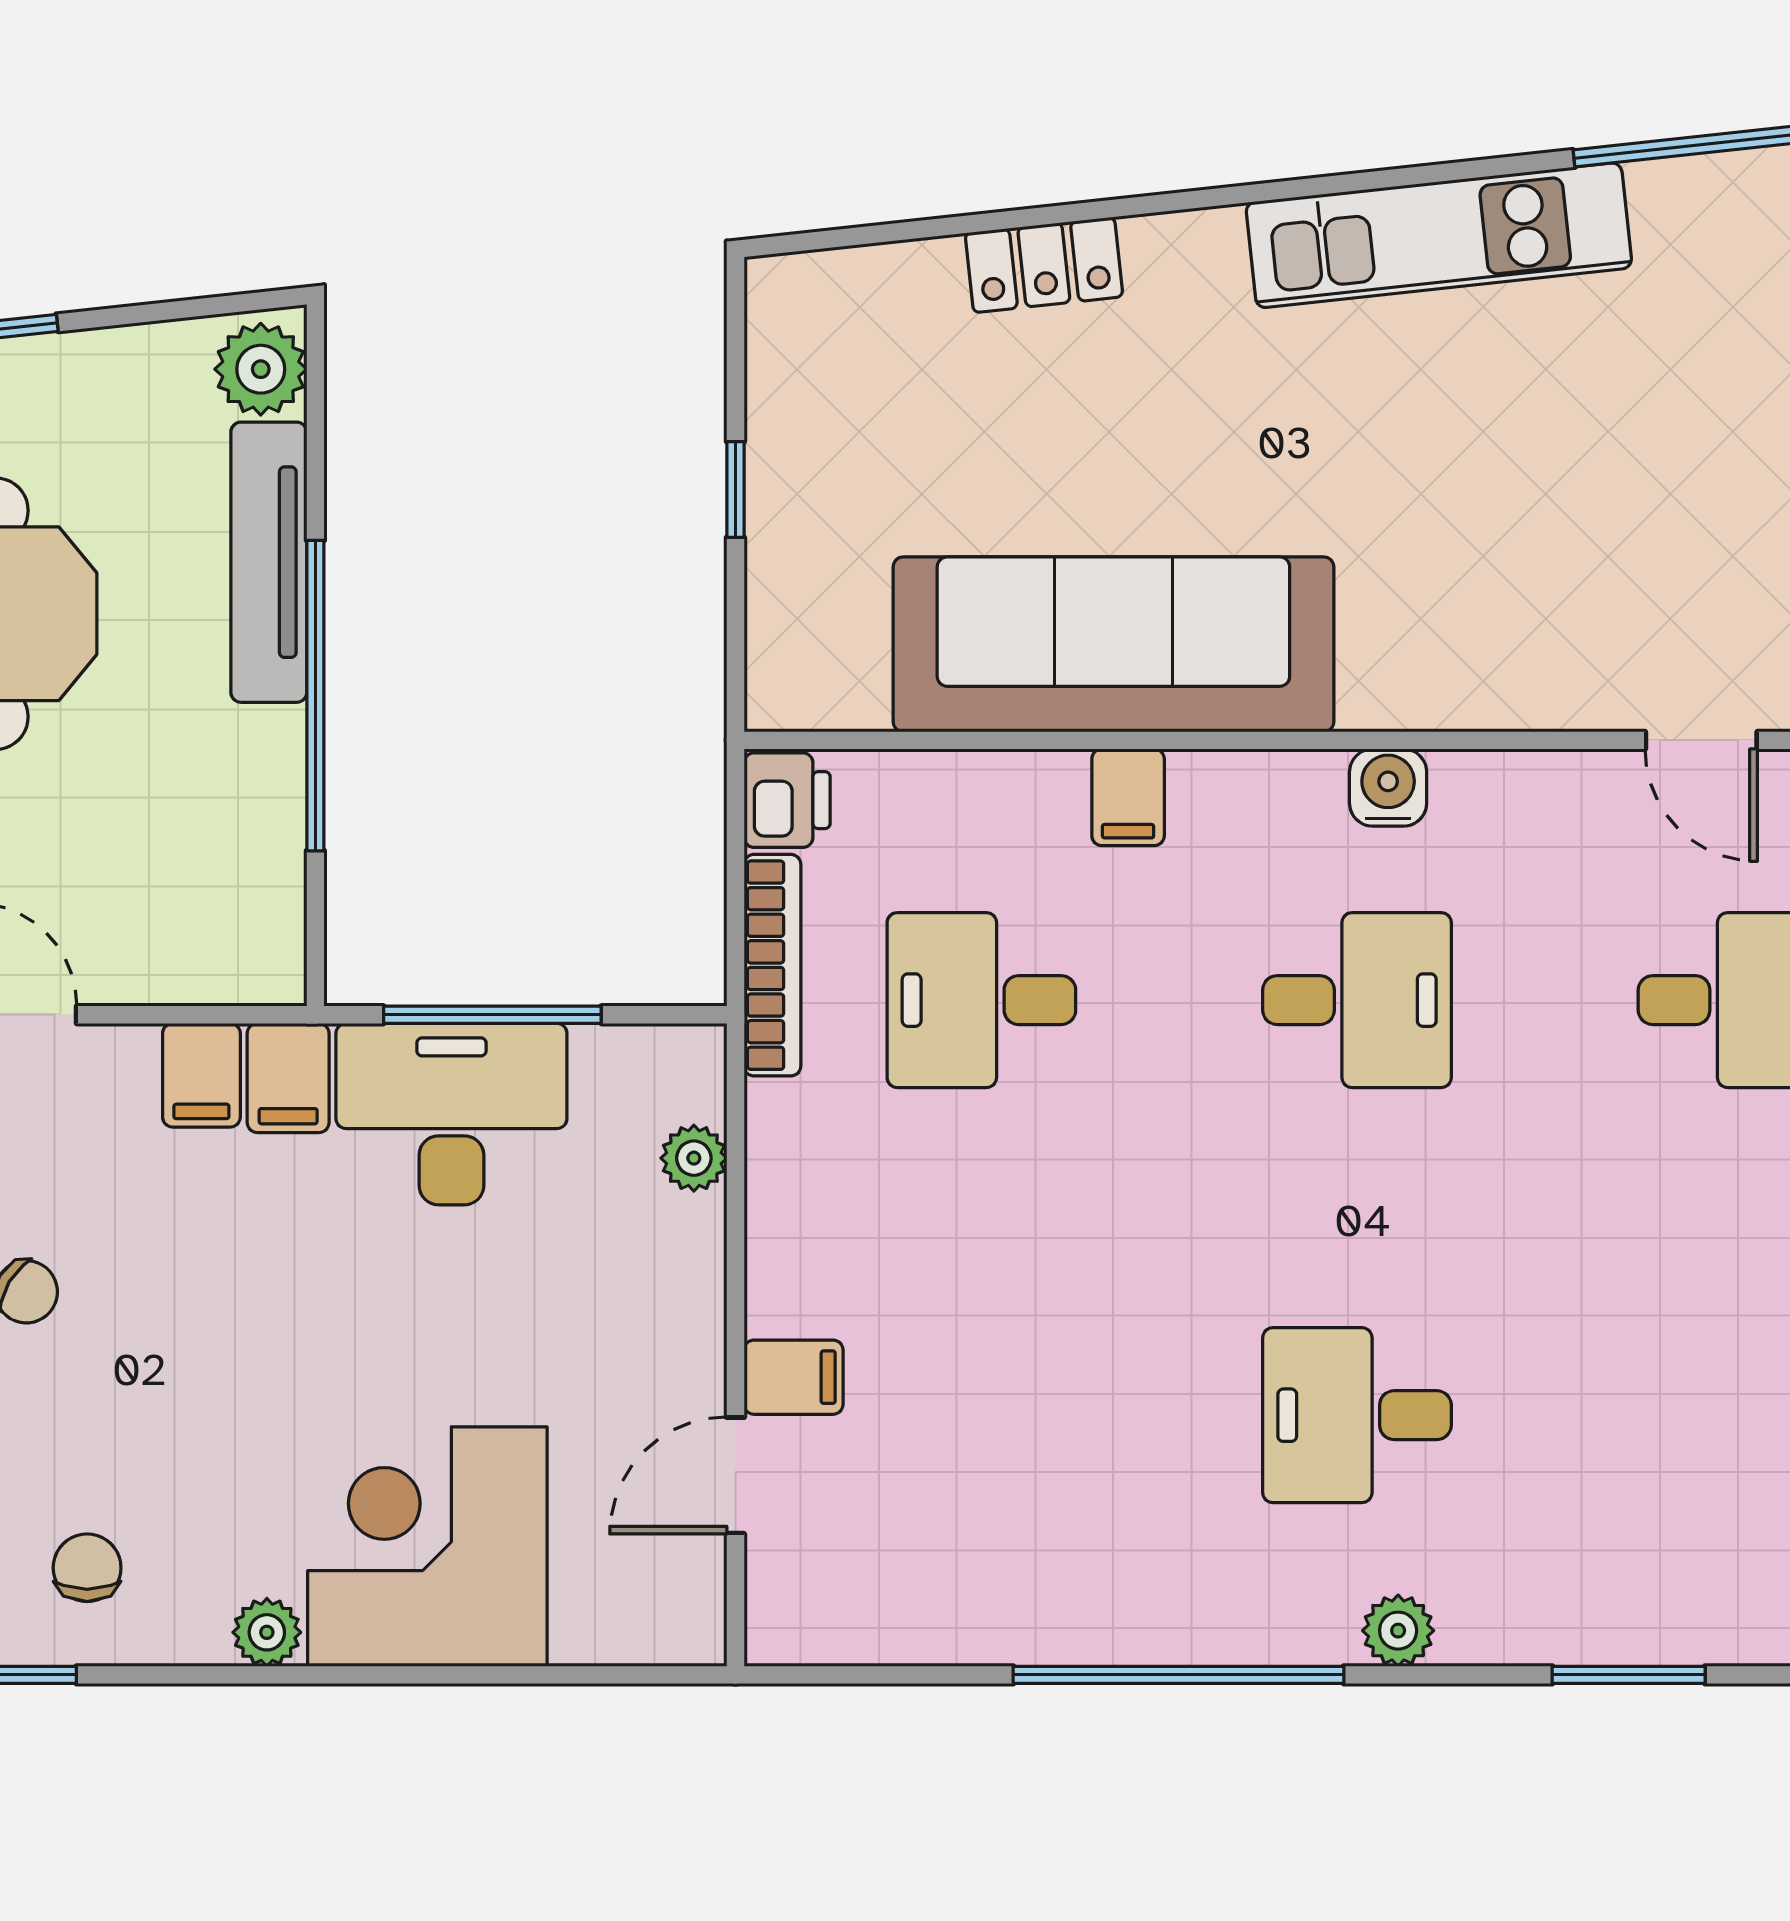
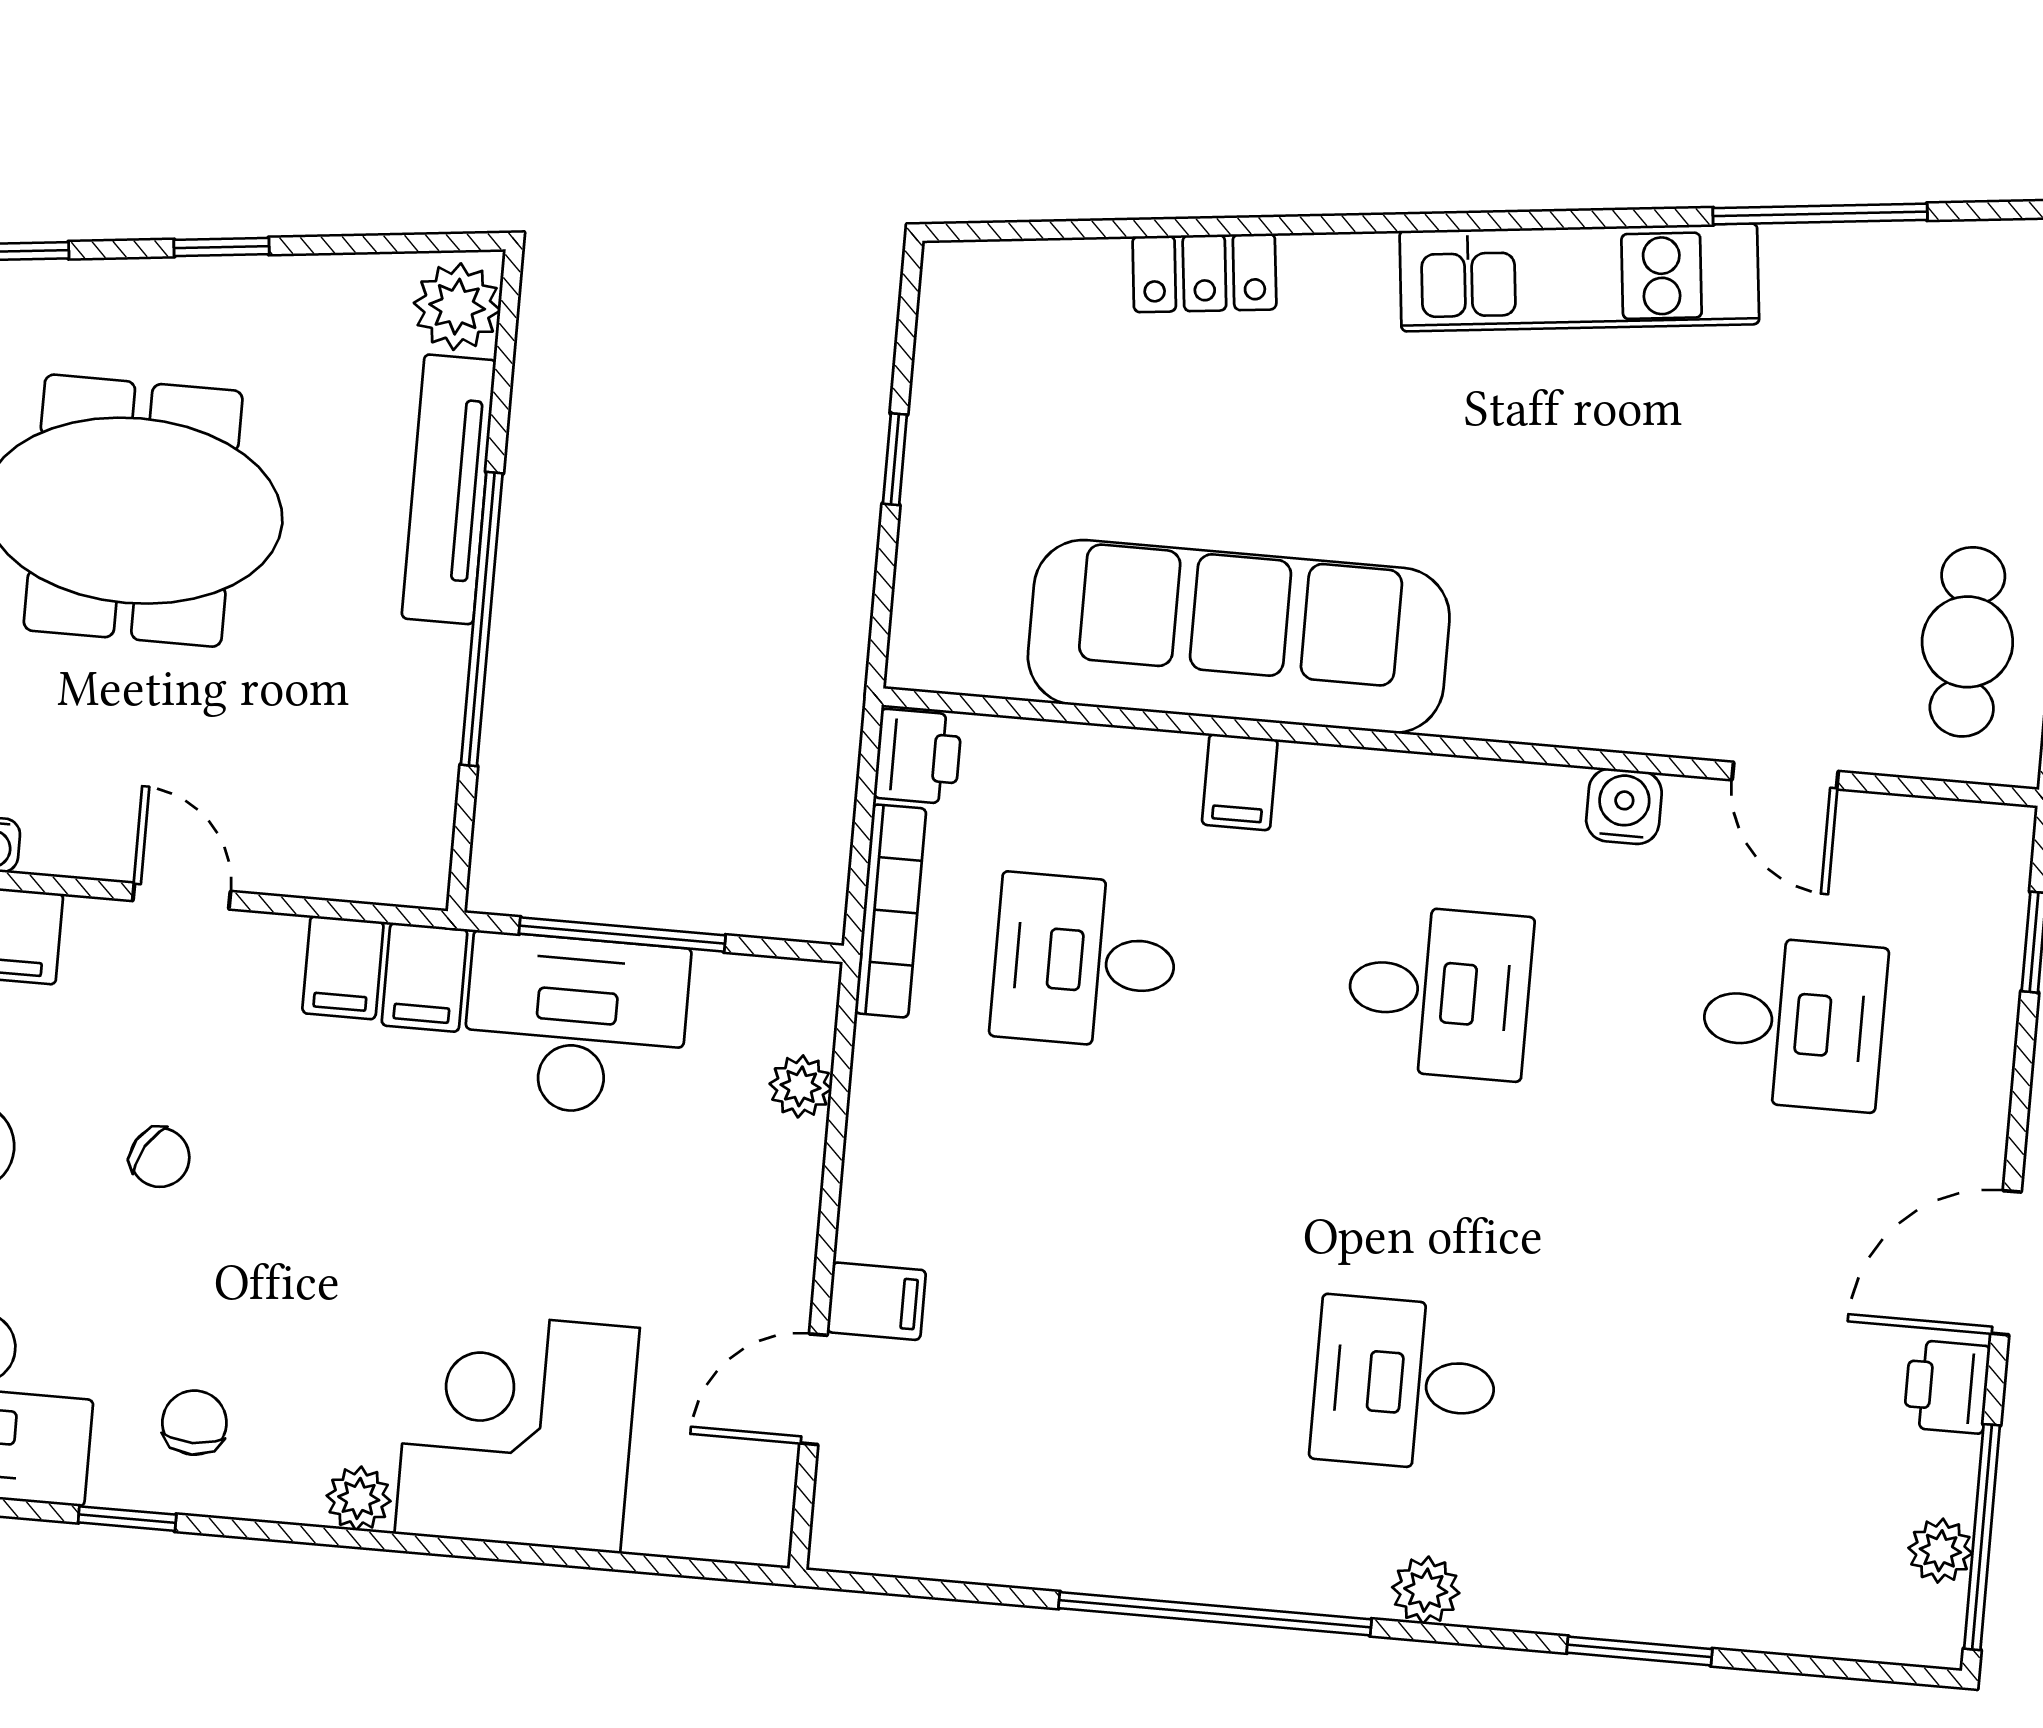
water cooler: (1388, 788) -> (1624, 806), moved

